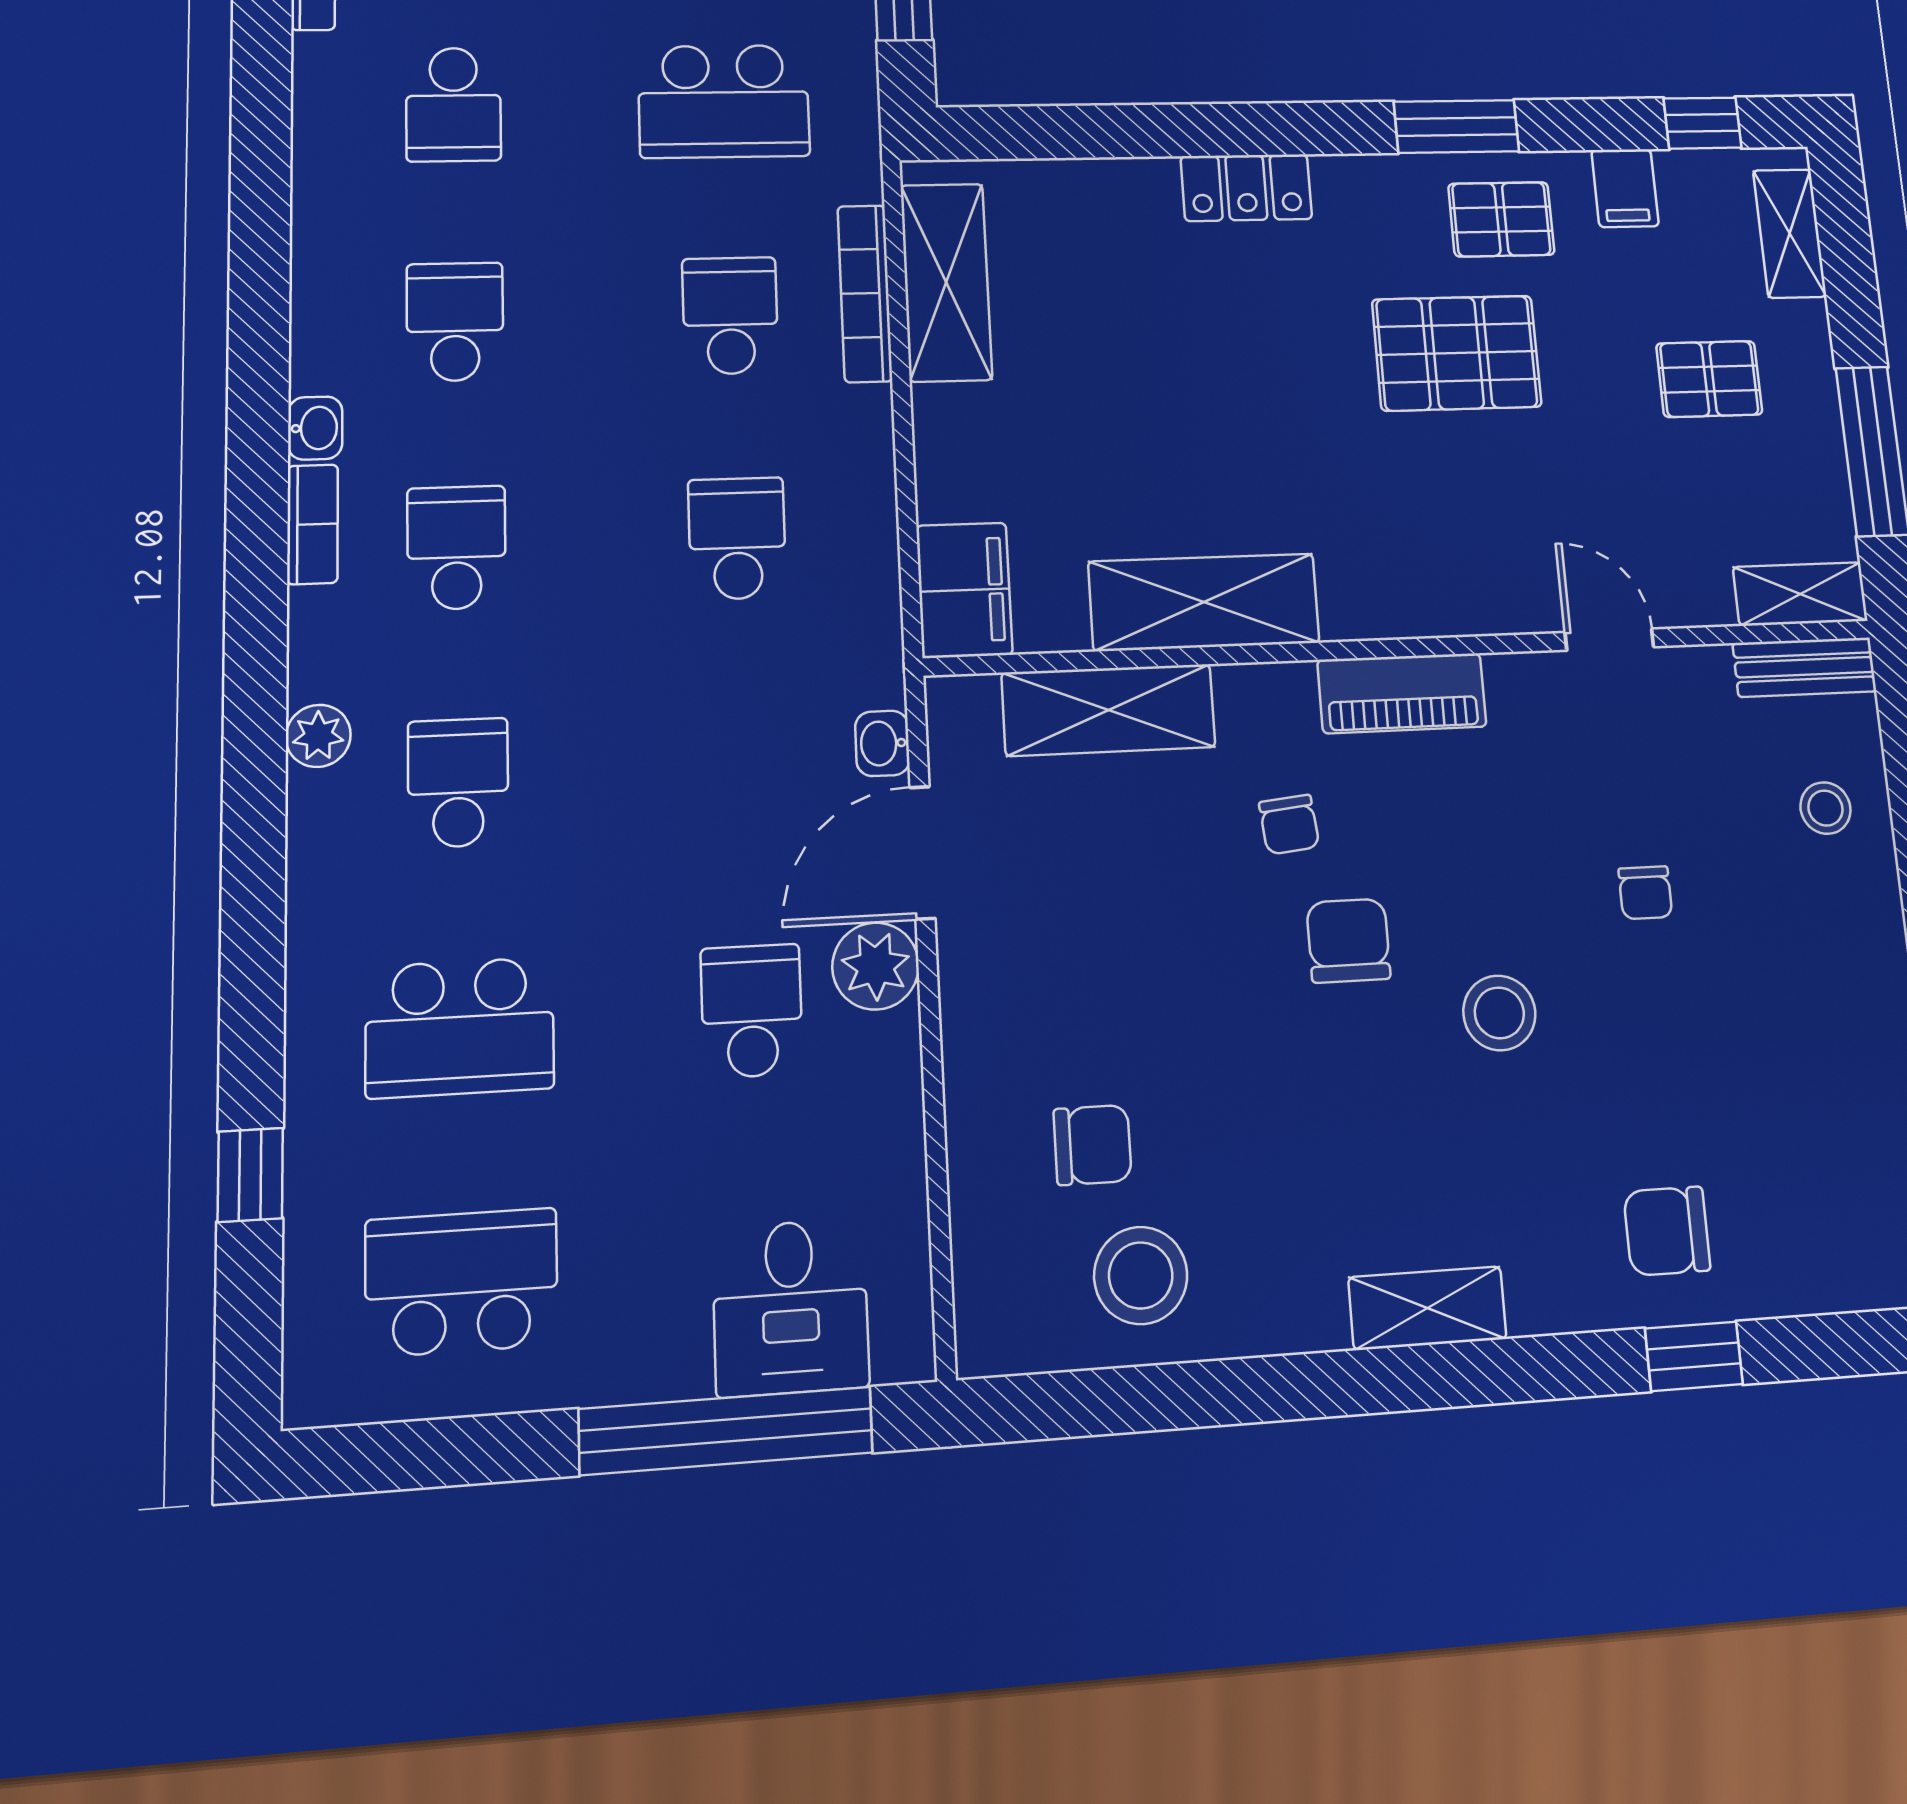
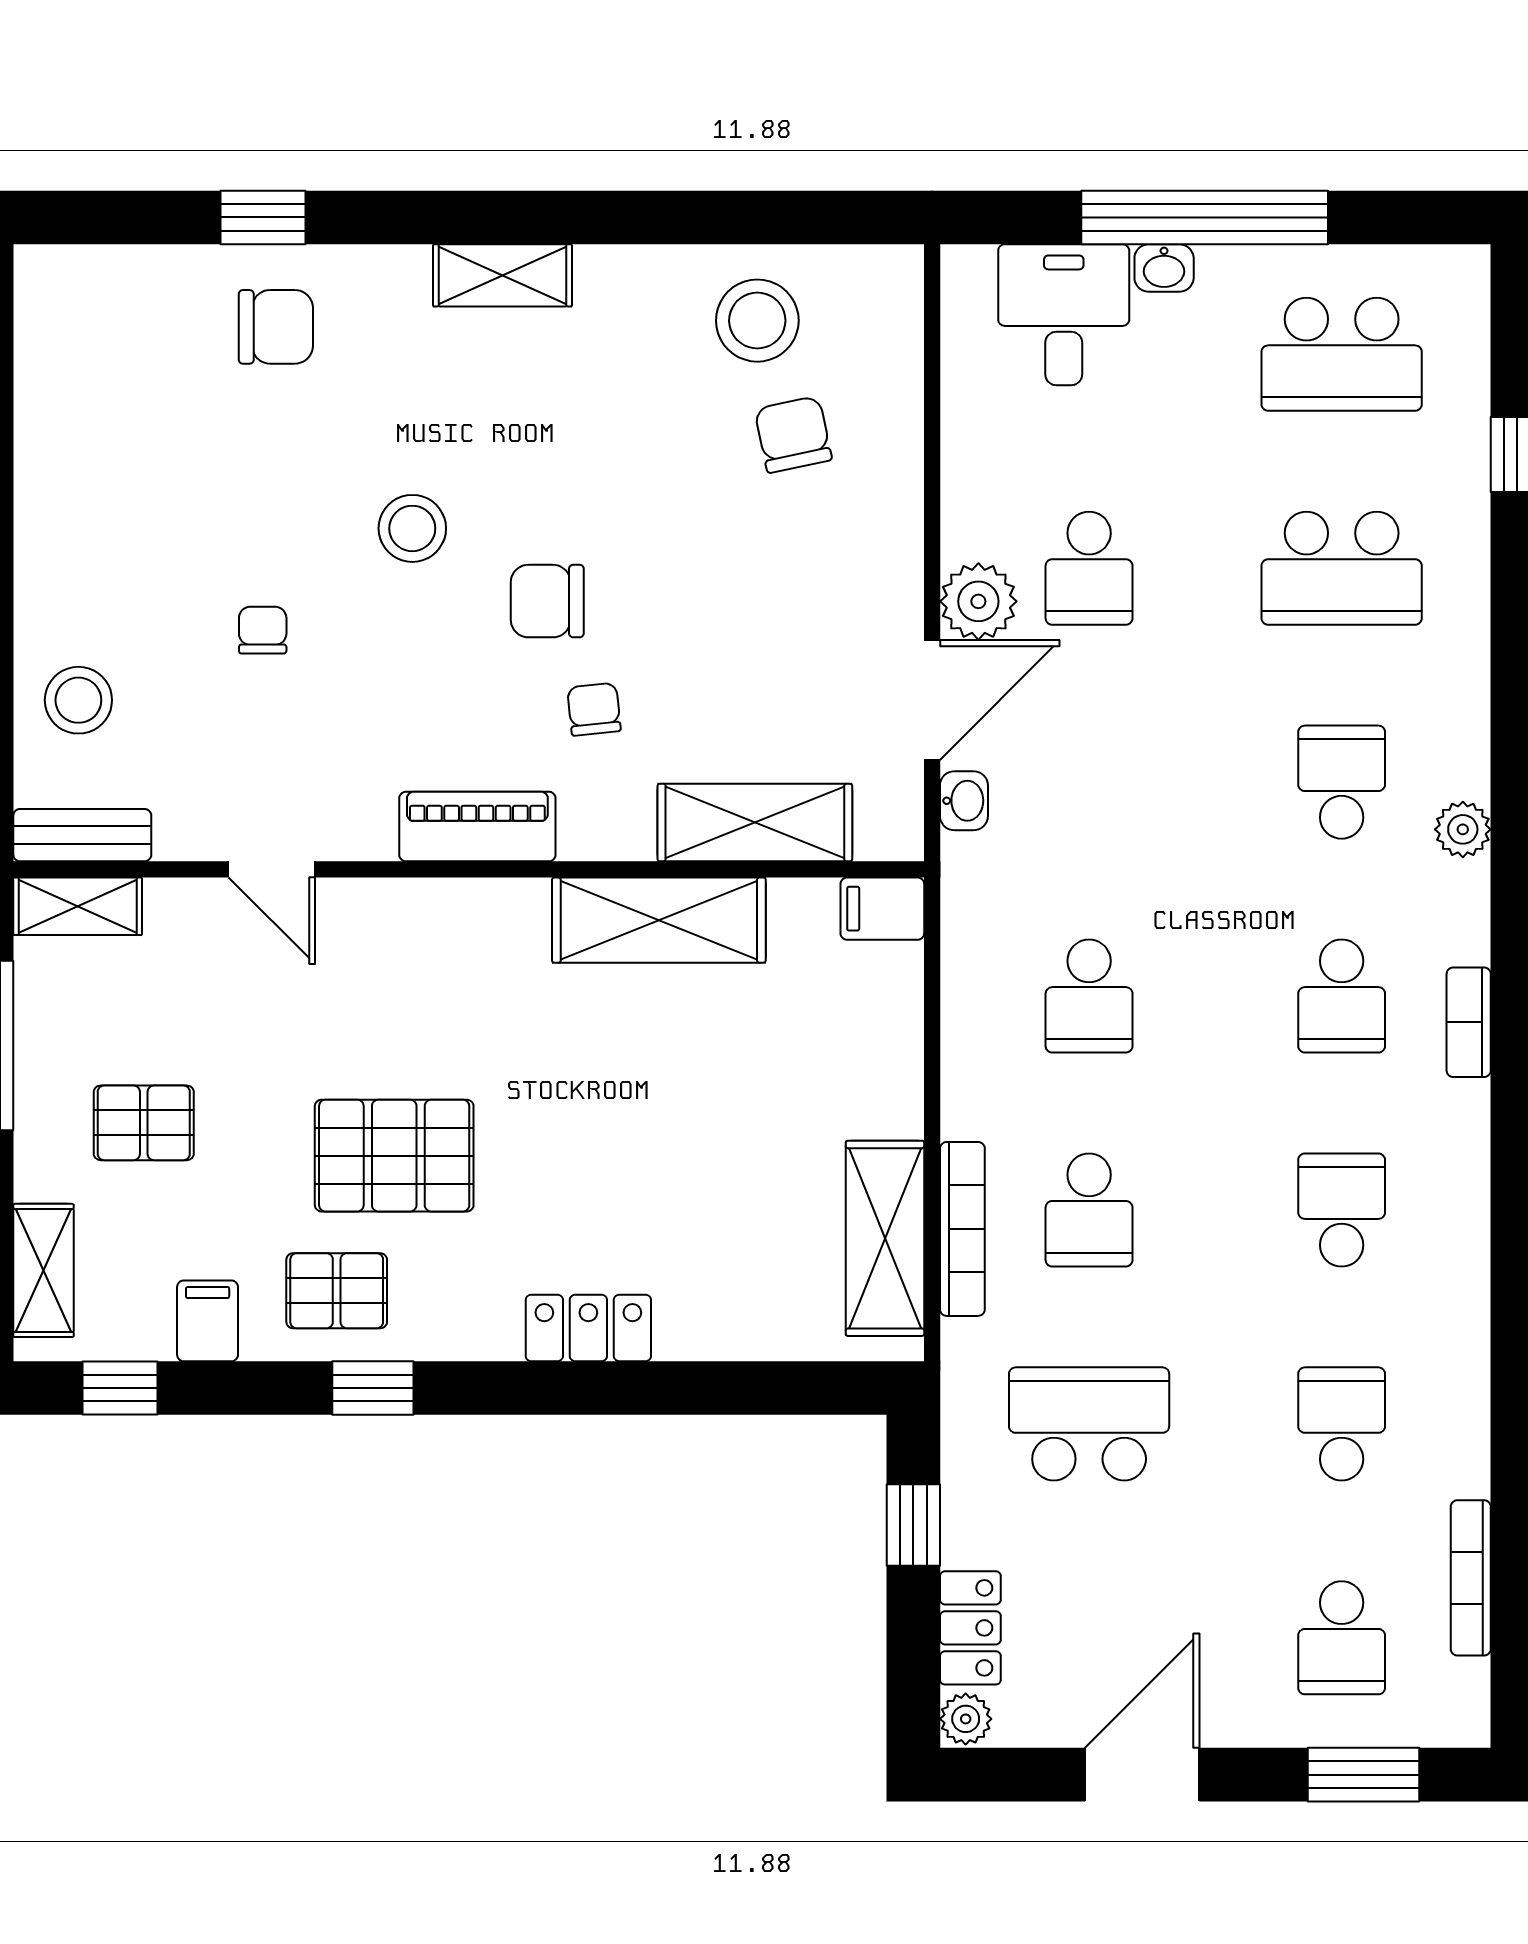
window: (1456, 126) -> (373, 1388), width x0.67
school desk: (455, 322) -> (1342, 1210), turned 180
washbasin: (315, 428) -> (1164, 268), moved, turned -90
filing cabinet: (964, 590) -> (882, 909), width x0.50
school desk: (458, 783) -> (1342, 782), turned 180
stool: (1825, 808) -> (78, 700), width x1.37, depth x1.37
chair: (1348, 941) -> (547, 601), turned 90
school desk: (460, 1027) -> (1342, 568), turned 180
chair: (1093, 1145) -> (793, 435), turned 78
window: (726, 1431) -> (1205, 217), moved

